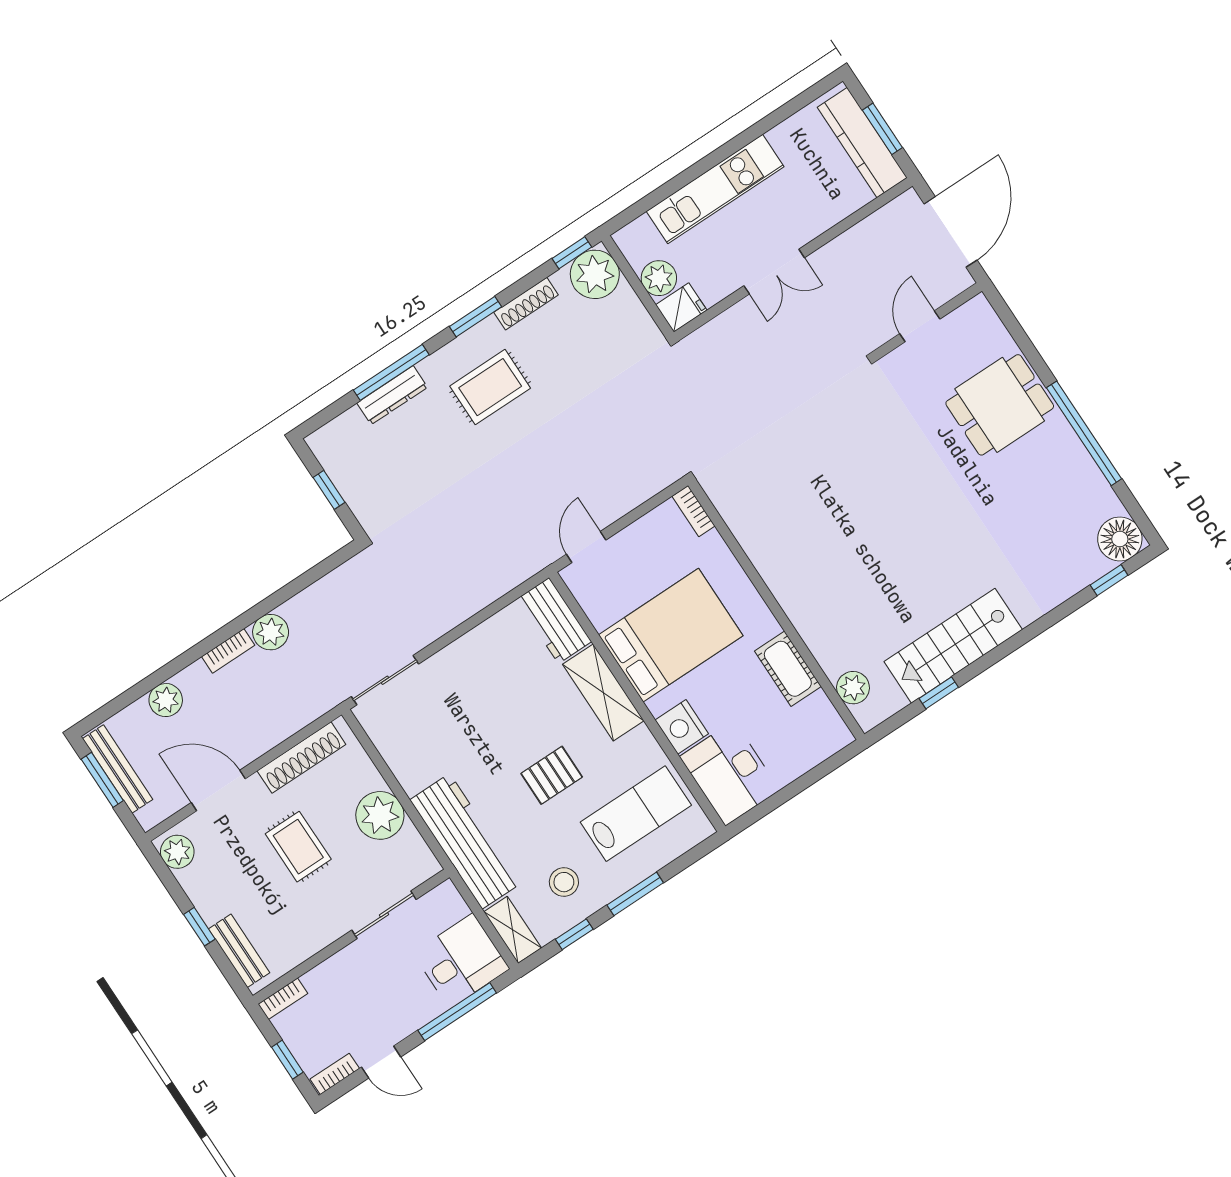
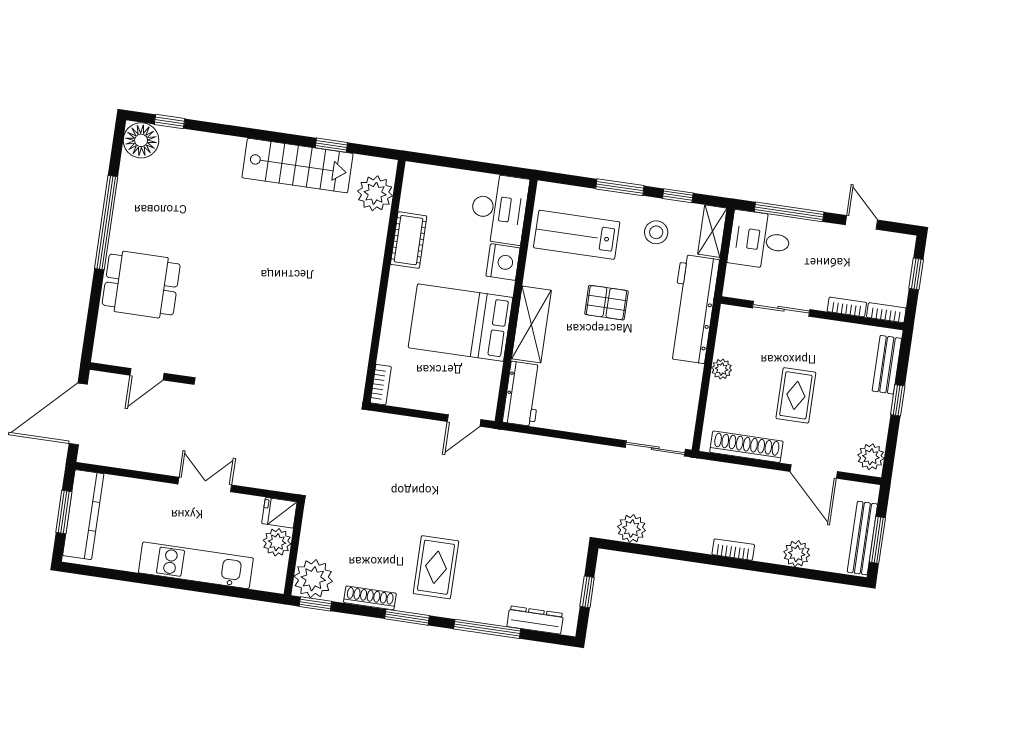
rug: (490, 387) -> (436, 567), turned 90
dresser: (392, 395) -> (535, 620), moved
plant: (271, 632) -> (632, 528), moved
plant: (853, 688) -> (375, 193), width x1.36, depth x1.36
plant: (380, 815) -> (722, 369), width x0.53, depth x0.53
bookcase: (335, 1074) -> (847, 307), moved, turned 180

